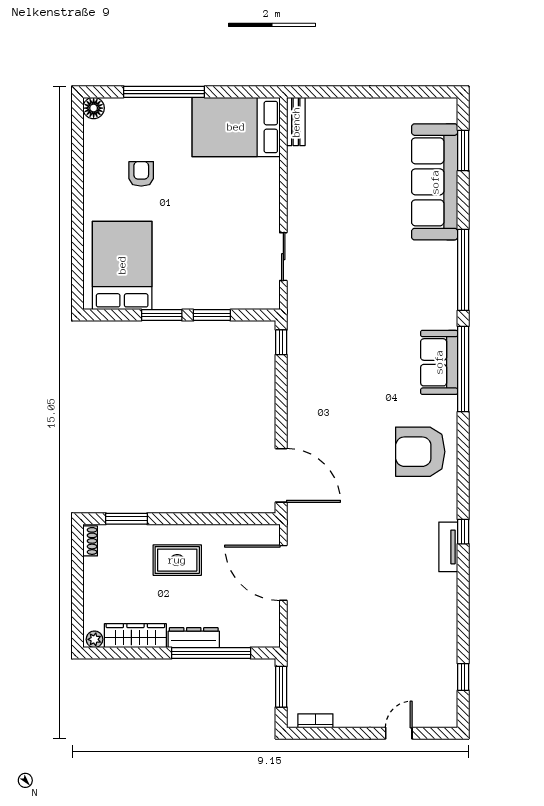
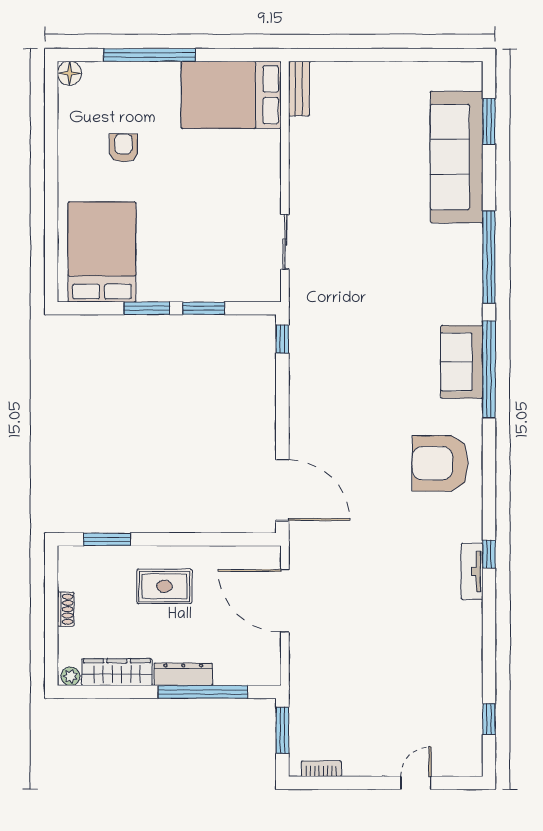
shoe rack: (90, 541) -> (66, 609), moved

